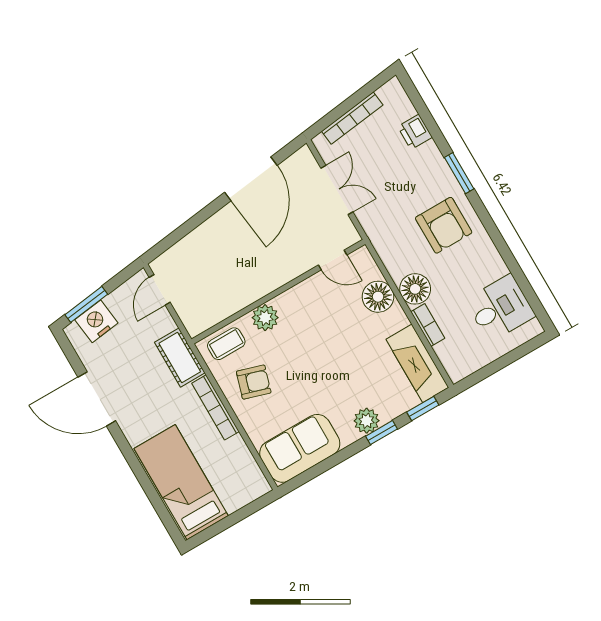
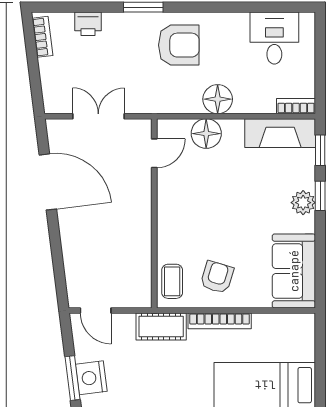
bookcase: (352, 118) -> (42, 37), moved, width x0.64
plant: (265, 318) -> (169, 237), removed
bookcase: (428, 325) -> (296, 106), moved

